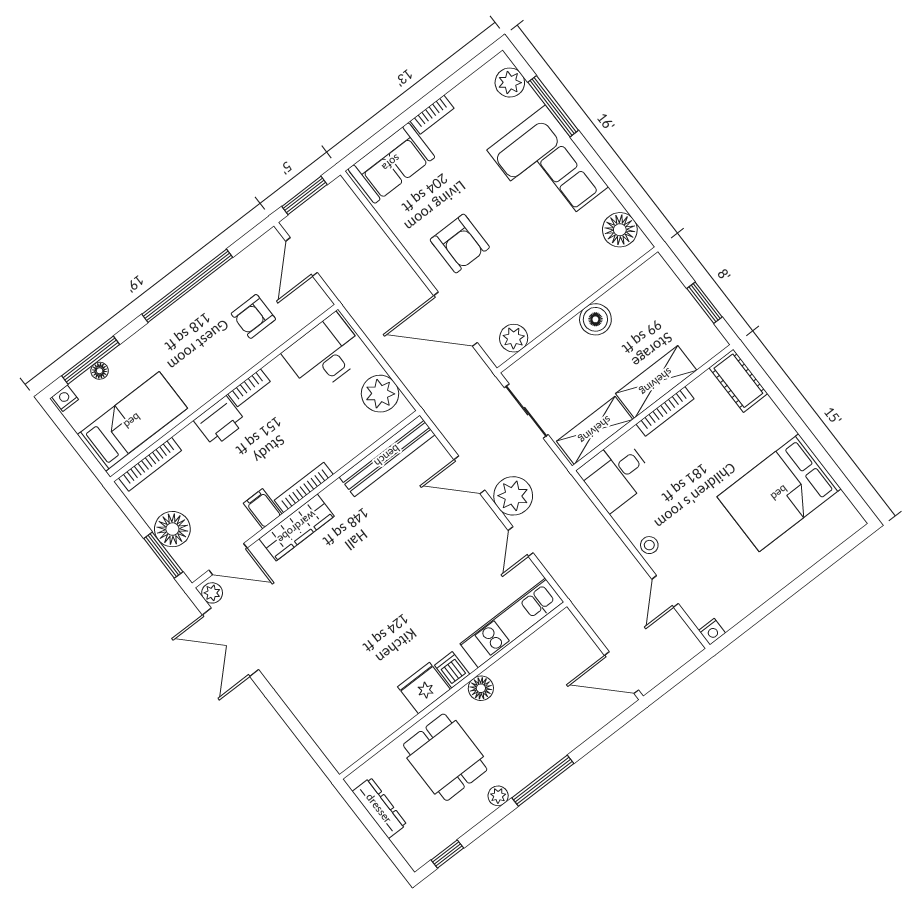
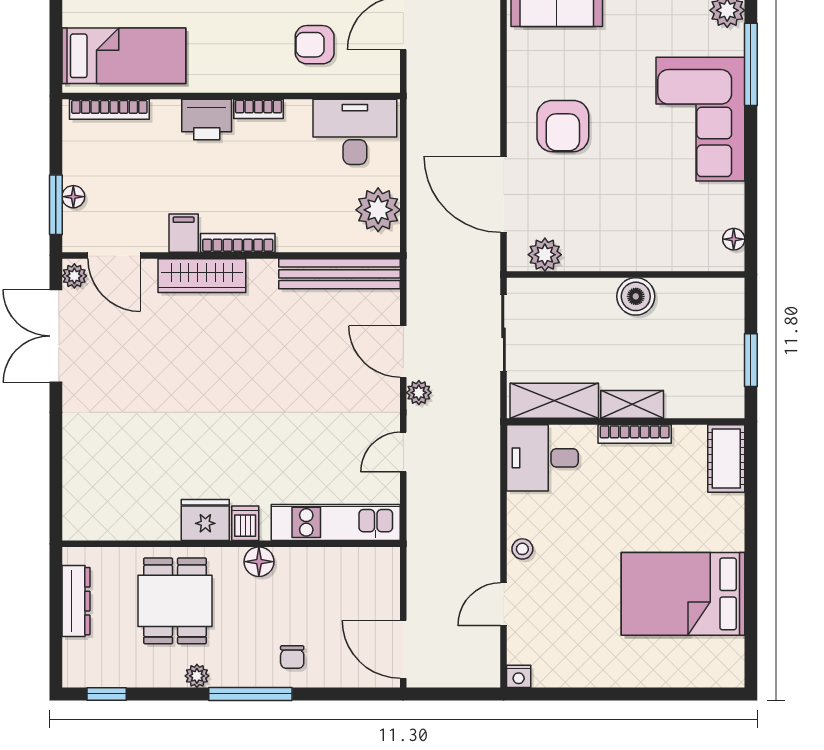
floor lamp: (620, 230) -> (734, 239), width x0.53, depth x0.53
shelving: (656, 382) -> (632, 404), width x0.67, depth x0.75
plant: (513, 496) -> (419, 393), width x0.53, depth x0.53
floor lamp: (172, 529) -> (73, 197), width x0.53, depth x0.53
chair: (552, 735) -> (292, 657), added

